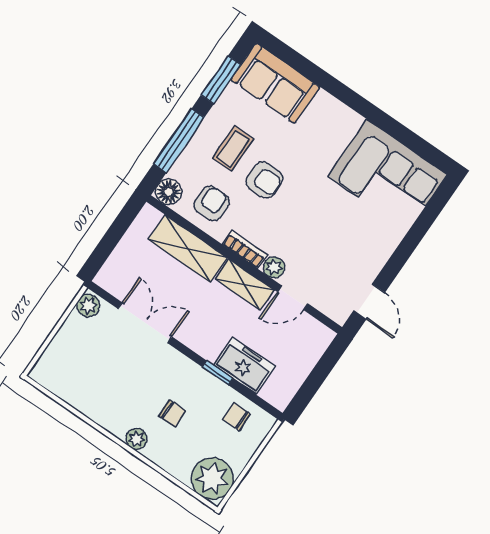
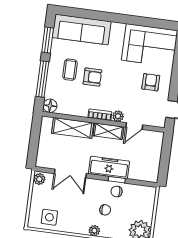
sofa: (275, 83) -> (82, 30), width x1.36
armchair: (212, 203) -> (151, 82), moved
double door: (145, 323) -> (70, 173), swing flipped
freezer: (244, 366) -> (109, 167), moved, width x1.40
side table: (72, 378) -> (49, 217), added
chair: (237, 417) -> (117, 191), moved

